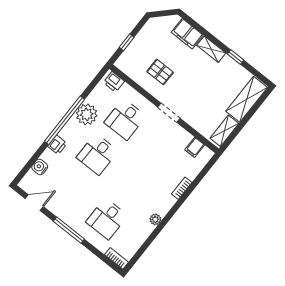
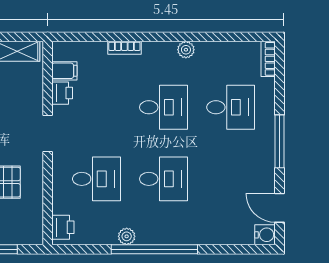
plant: (87, 114) -> (127, 236), width x0.53, depth x0.53
printer: (57, 145) -> (62, 93), moved, turned 90
water cooler: (40, 167) -> (265, 235), moved, turned -90
desk: (135, 184) -> (164, 107), added

